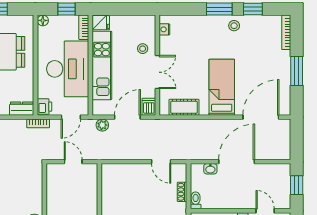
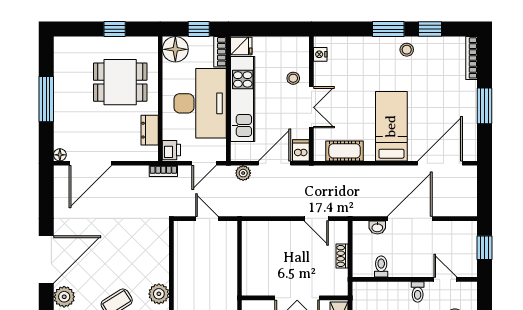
floor lamp: (43, 20) -> (175, 49), width x1.89, depth x1.89
dresser: (22, 109) -> (150, 130), moved, turned -90
toilet: (196, 200) -> (381, 267), moved

